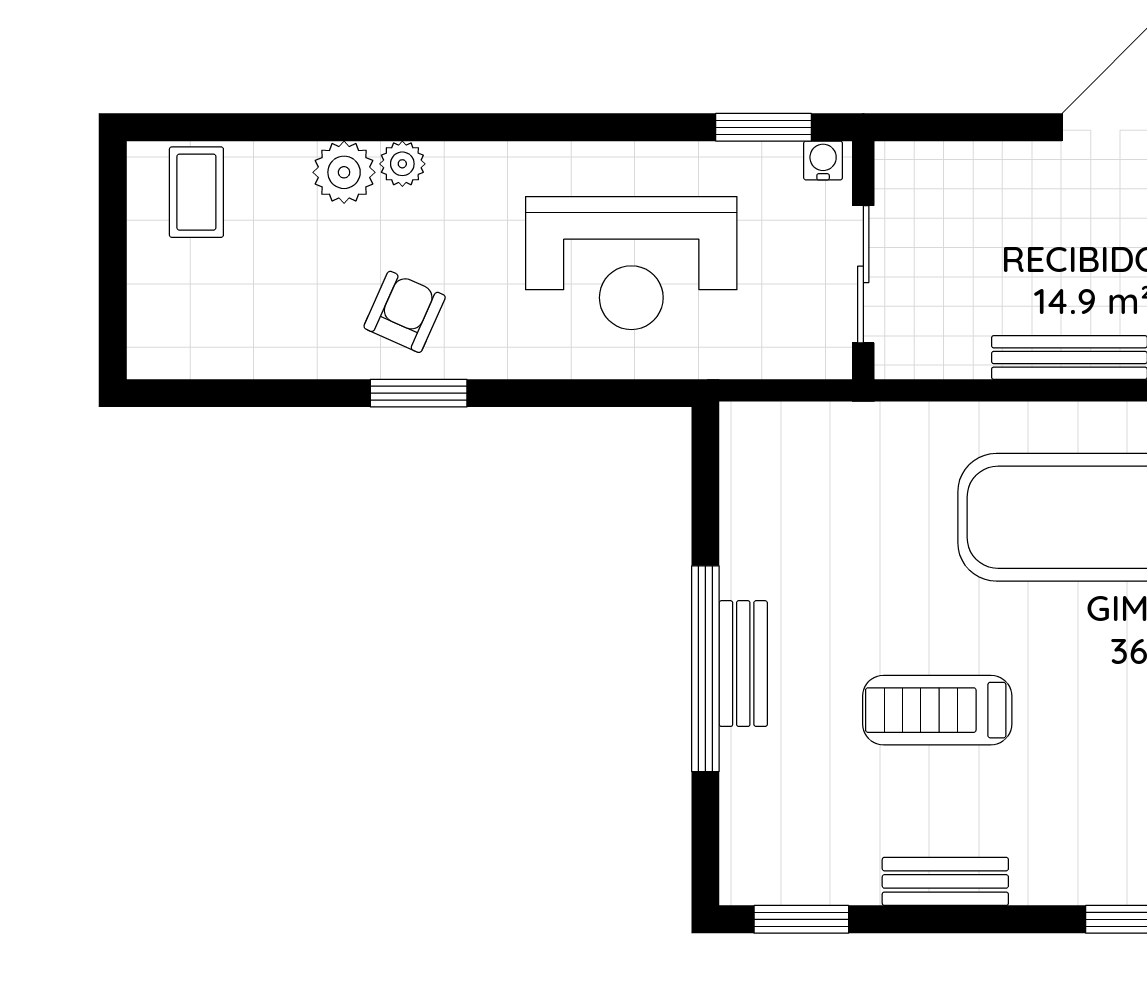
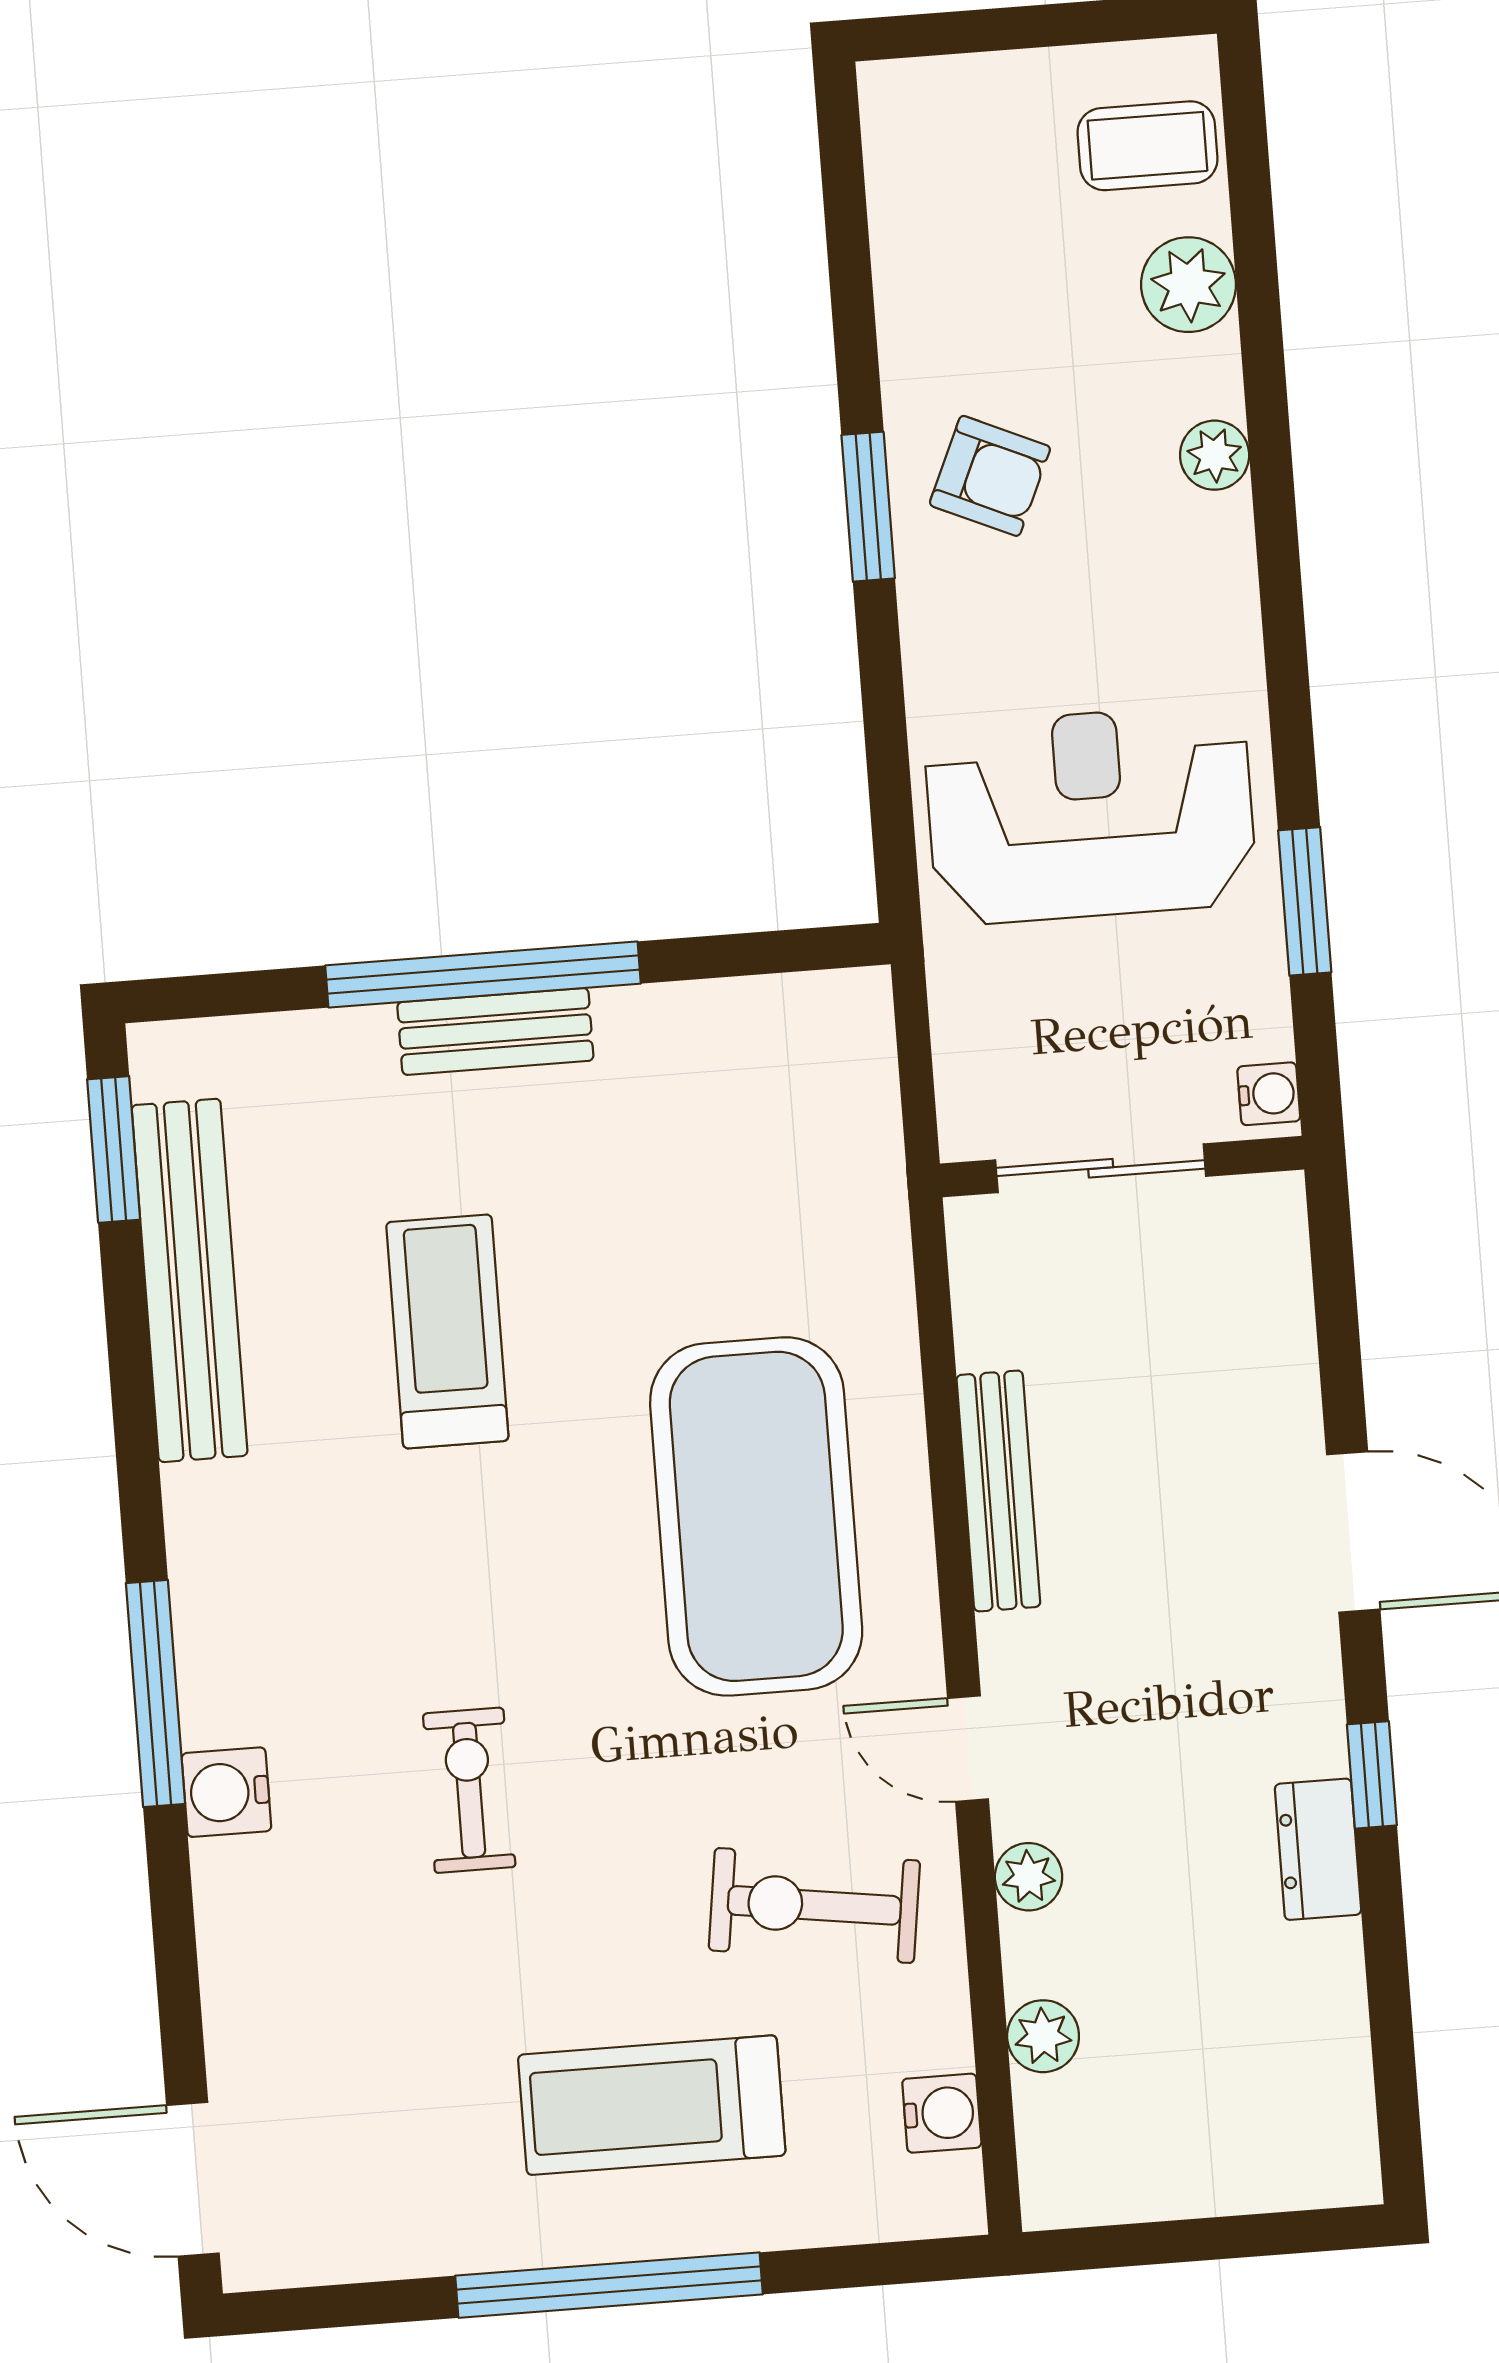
window: (764, 127) -> (1305, 901), moved
plant: (344, 172) -> (1188, 285), moved
reception desk: (631, 263) -> (1091, 815), turned 90
bench: (945, 881) -> (190, 1280), width x1.86, depth x1.21

